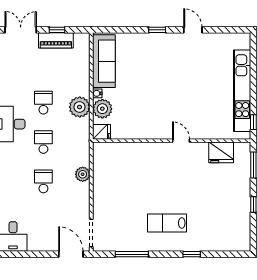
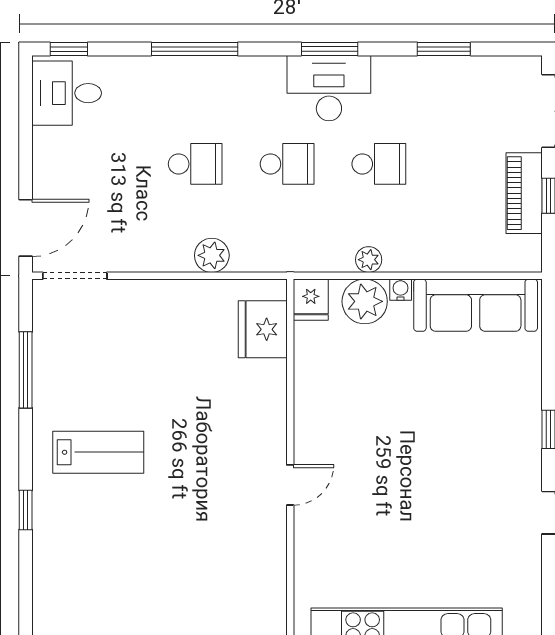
plant: (80, 107) -> (369, 260), width x0.53, depth x0.53
fridge: (221, 152) -> (263, 329), moved
lab bench: (167, 223) -> (98, 452), turned 90

